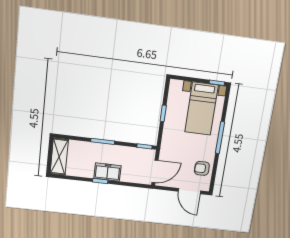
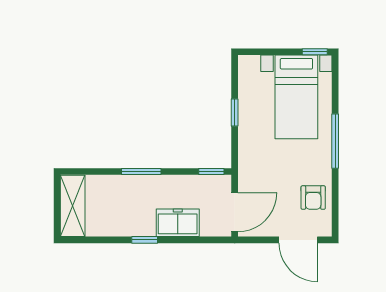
armchair: (202, 168) -> (313, 198), turned -90
freezer: (107, 172) -> (178, 223), moved

